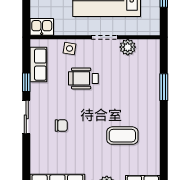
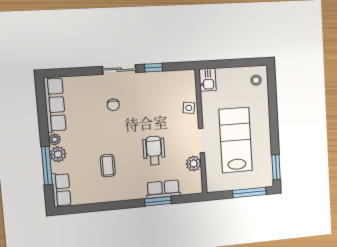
row of seats: (38, 65) -> (163, 189), moved, turned 180
wheelchair: (83, 78) -> (154, 151), moved
coffee table: (122, 136) -> (108, 166), width x0.73, depth x0.77

